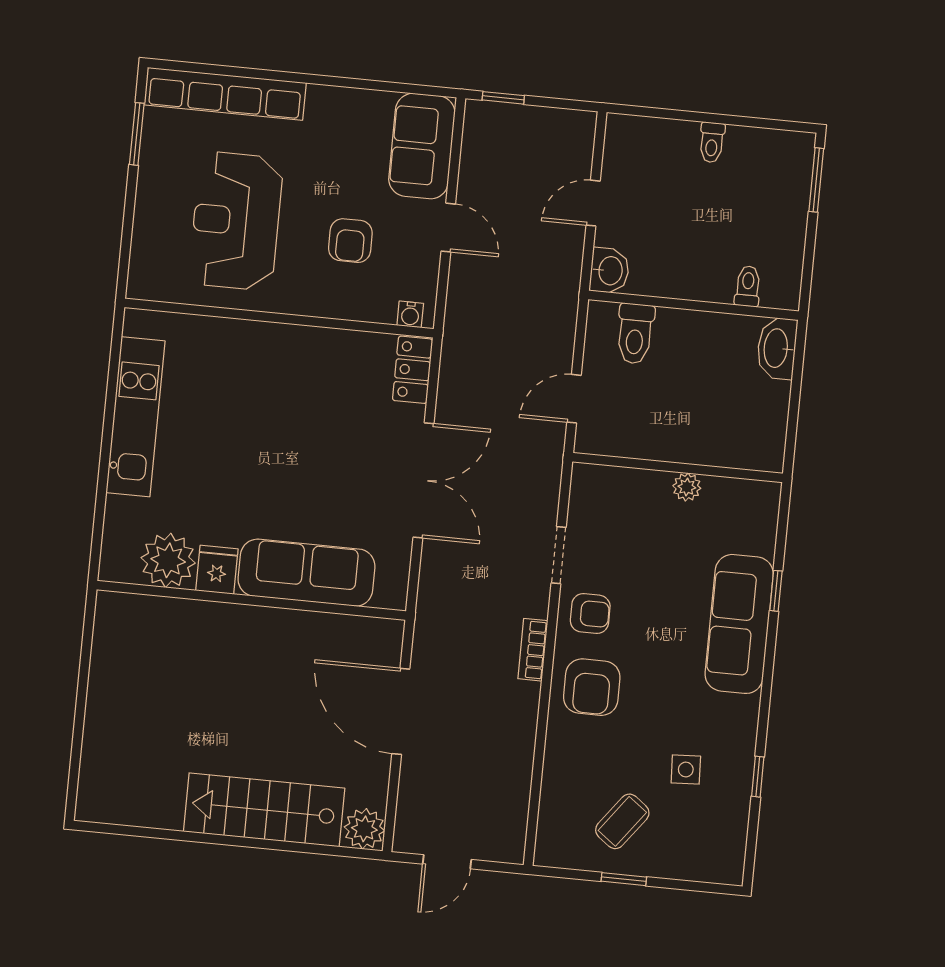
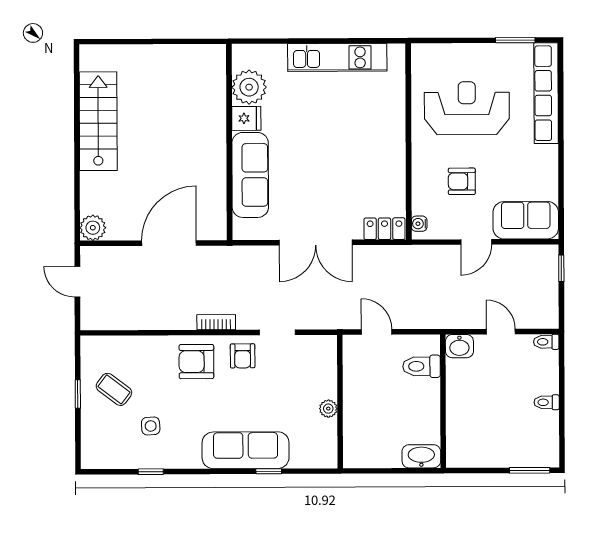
toilet: (748, 286) -> (546, 342), moved, turned 180
stairs: (264, 810) -> (98, 121), moved

